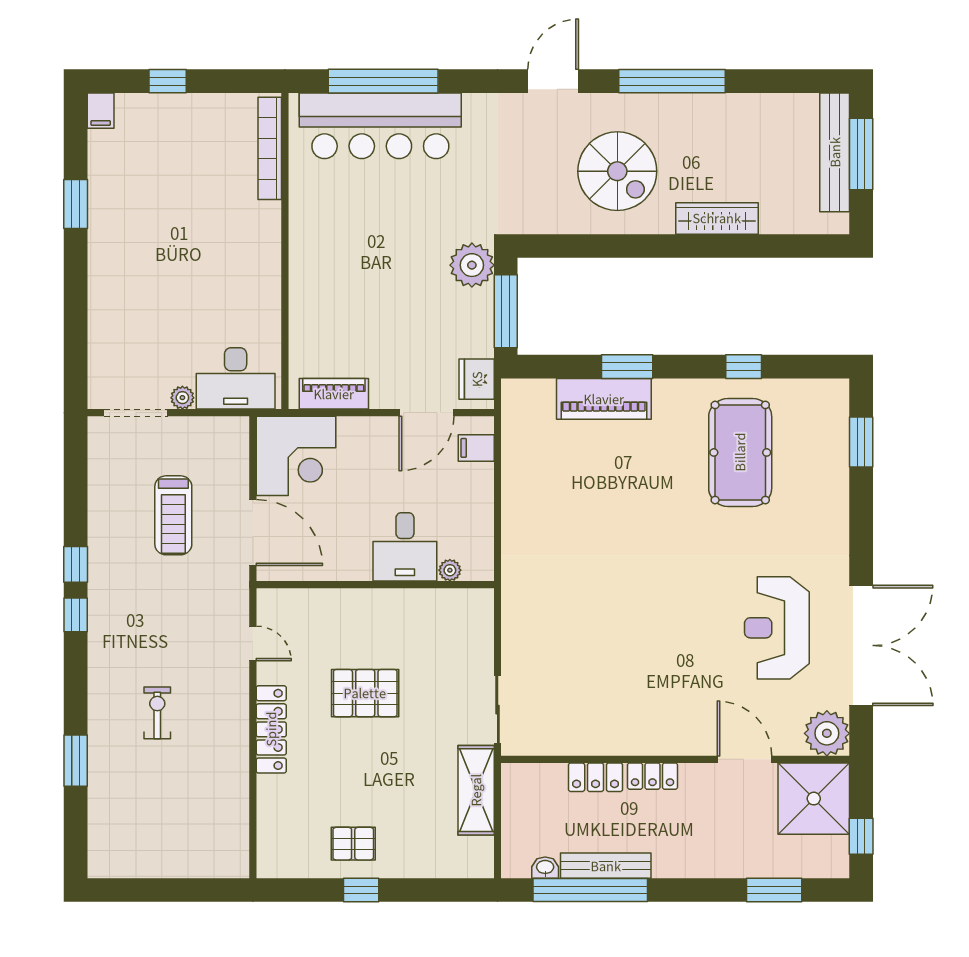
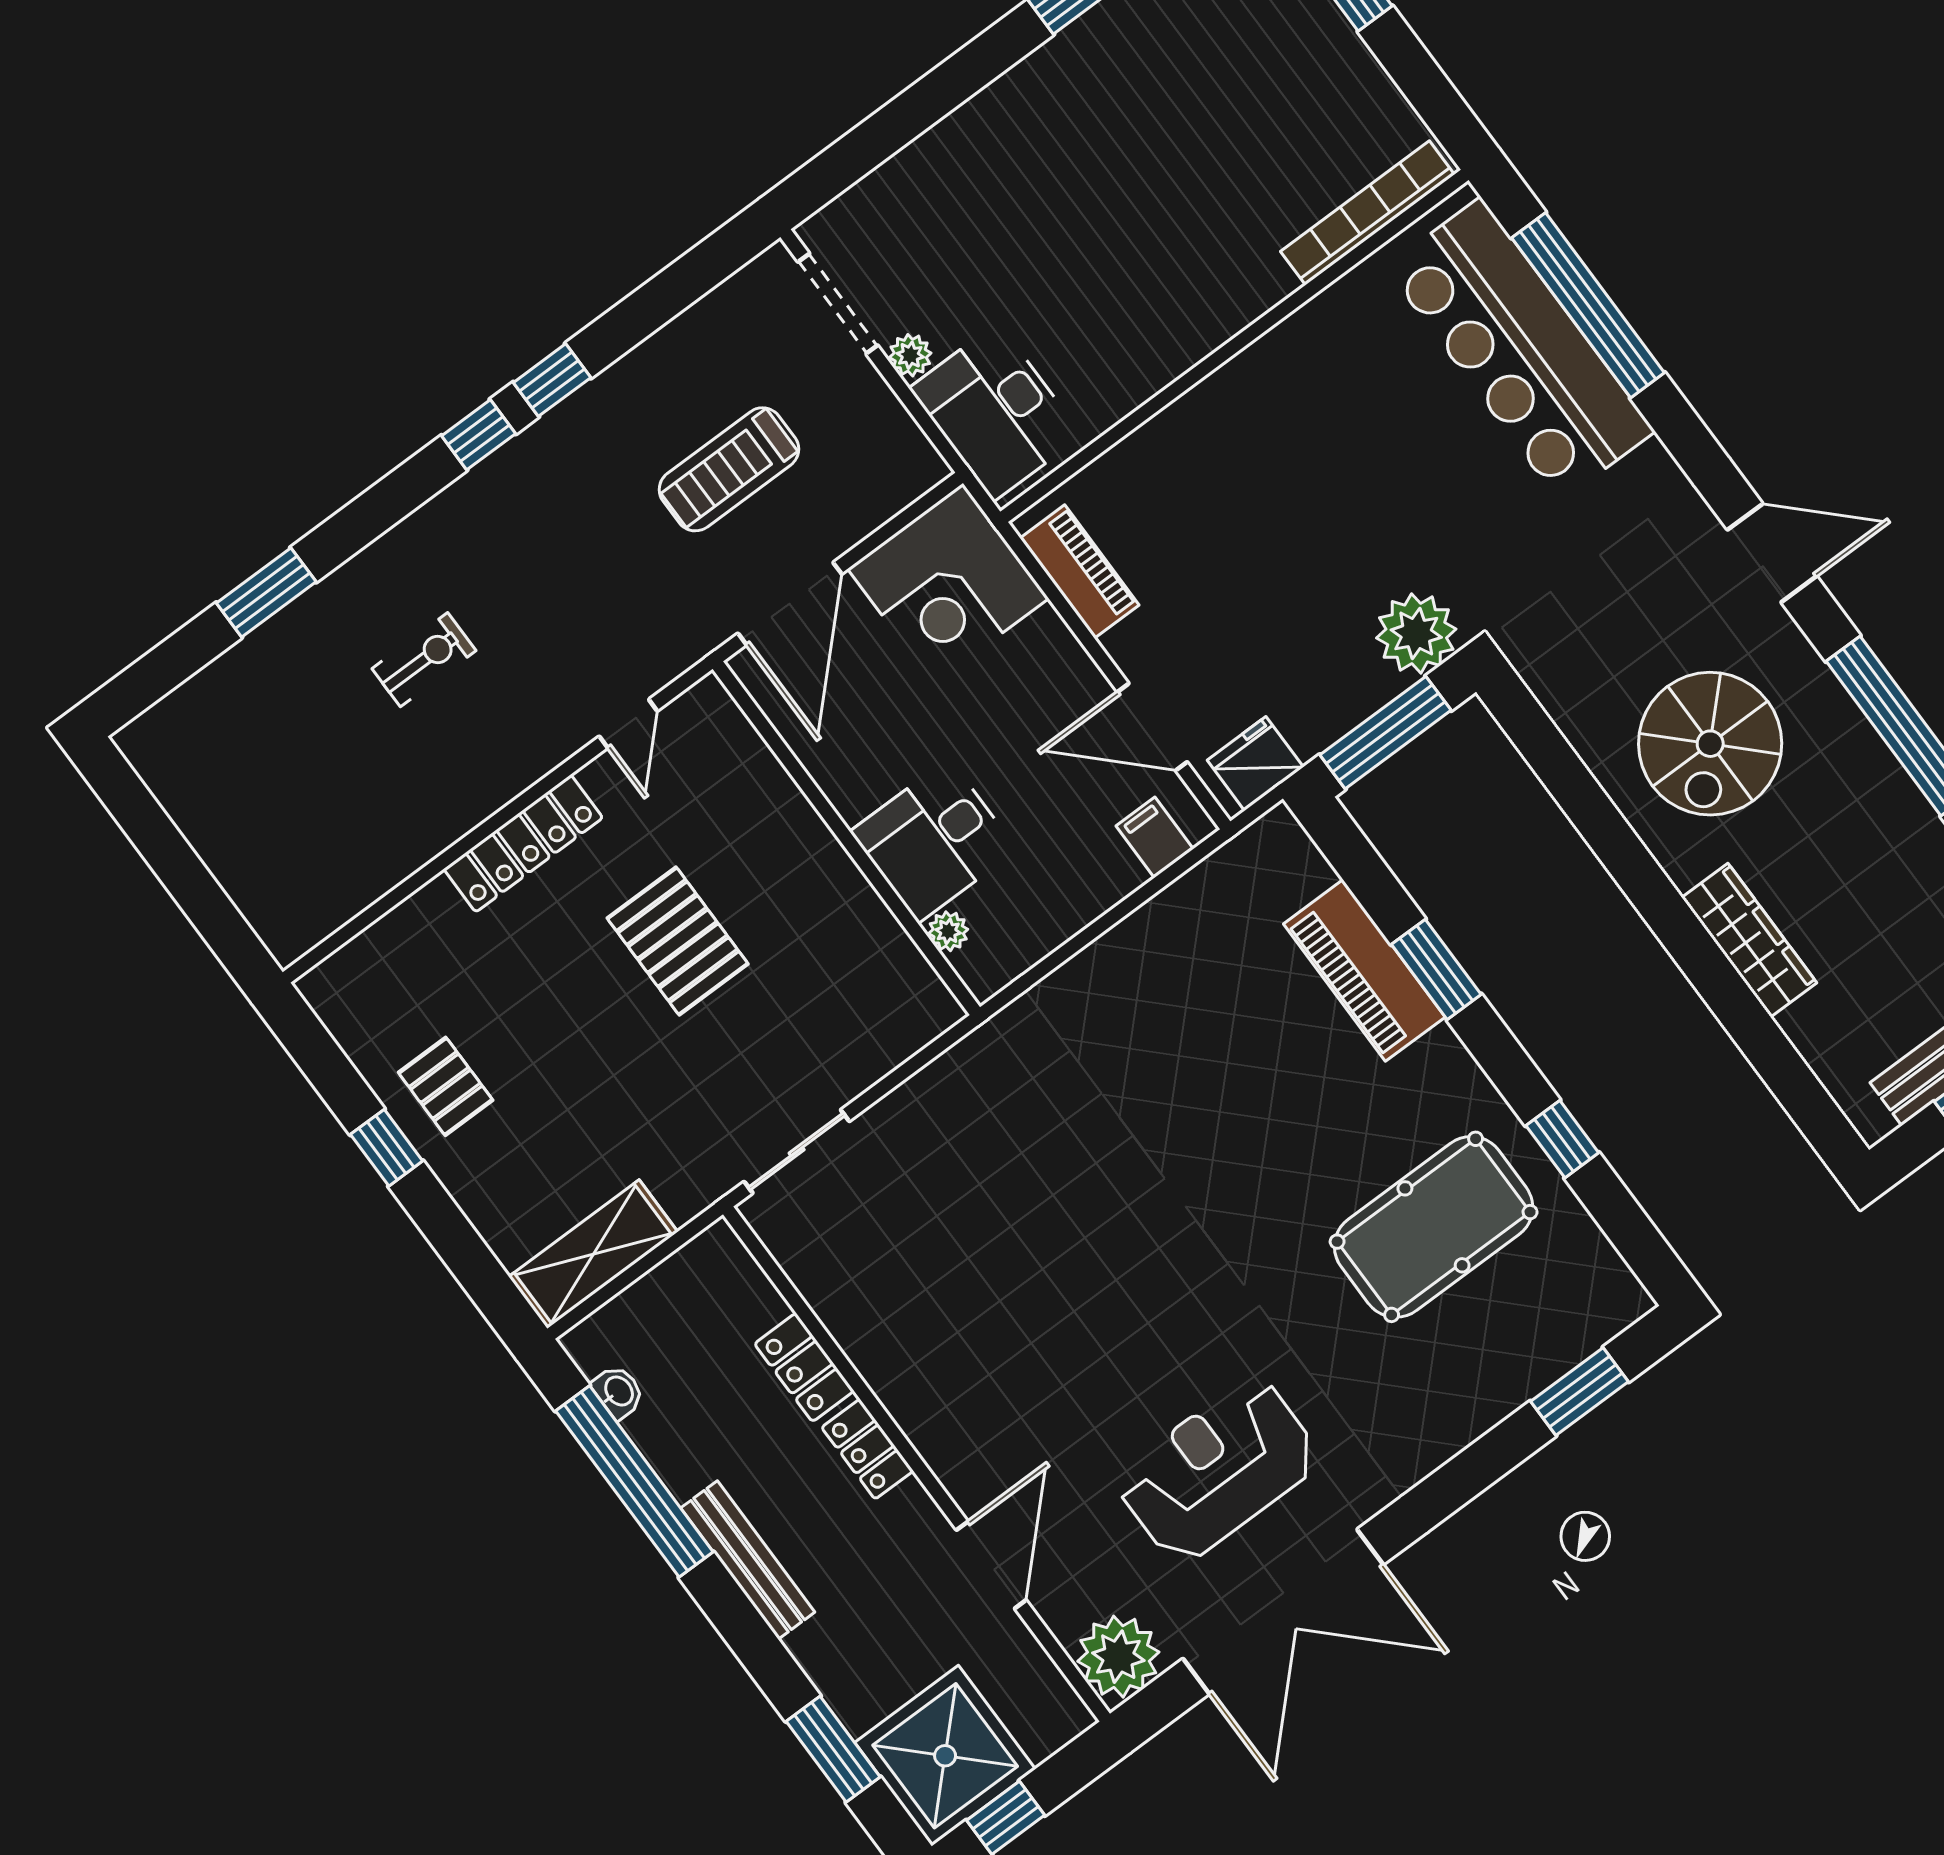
shelving: (476, 790) -> (593, 1254), moved
shower: (814, 799) -> (945, 1756), moved
bench: (606, 866) -> (748, 1560), moved

